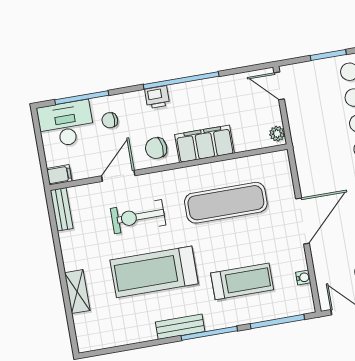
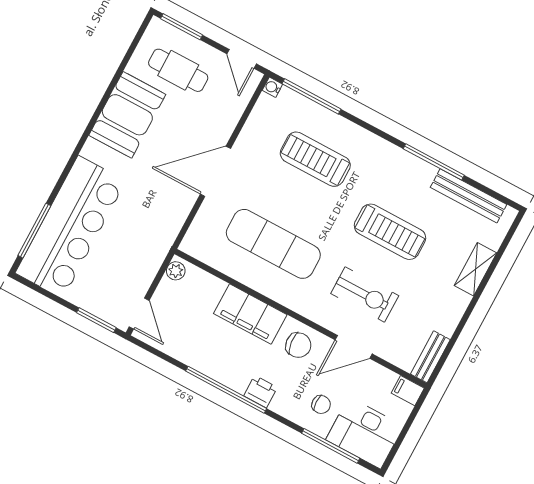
window: (328, 55) -> (96, 320), moved
treadmill: (154, 272) -> (390, 232), width x0.73, depth x0.73
water cooler: (303, 278) -> (272, 87), moved
bench: (180, 327) -> (469, 196), moved, width x1.36
window: (209, 333) -> (434, 162), moved

